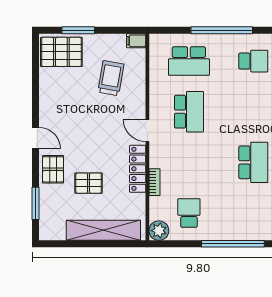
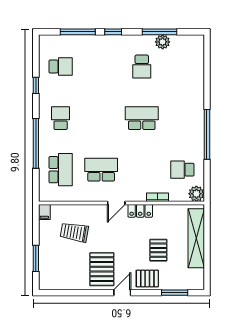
pallet: (61, 52) -> (102, 269), moved
locker: (138, 169) -> (140, 211), width x0.66

